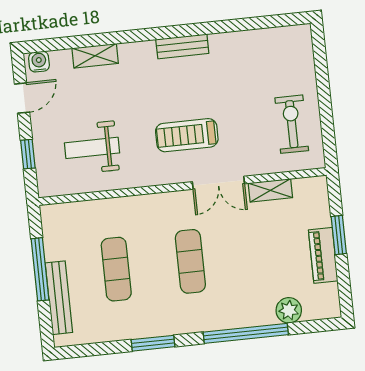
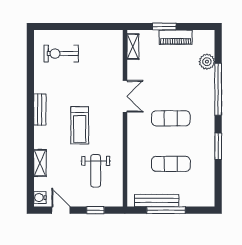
exercise bike: (292, 124) -> (61, 54), moved
treadmill: (187, 135) -> (80, 125), moved
shelving: (270, 190) -> (133, 47), moved
bench: (59, 298) -> (157, 201), moved

